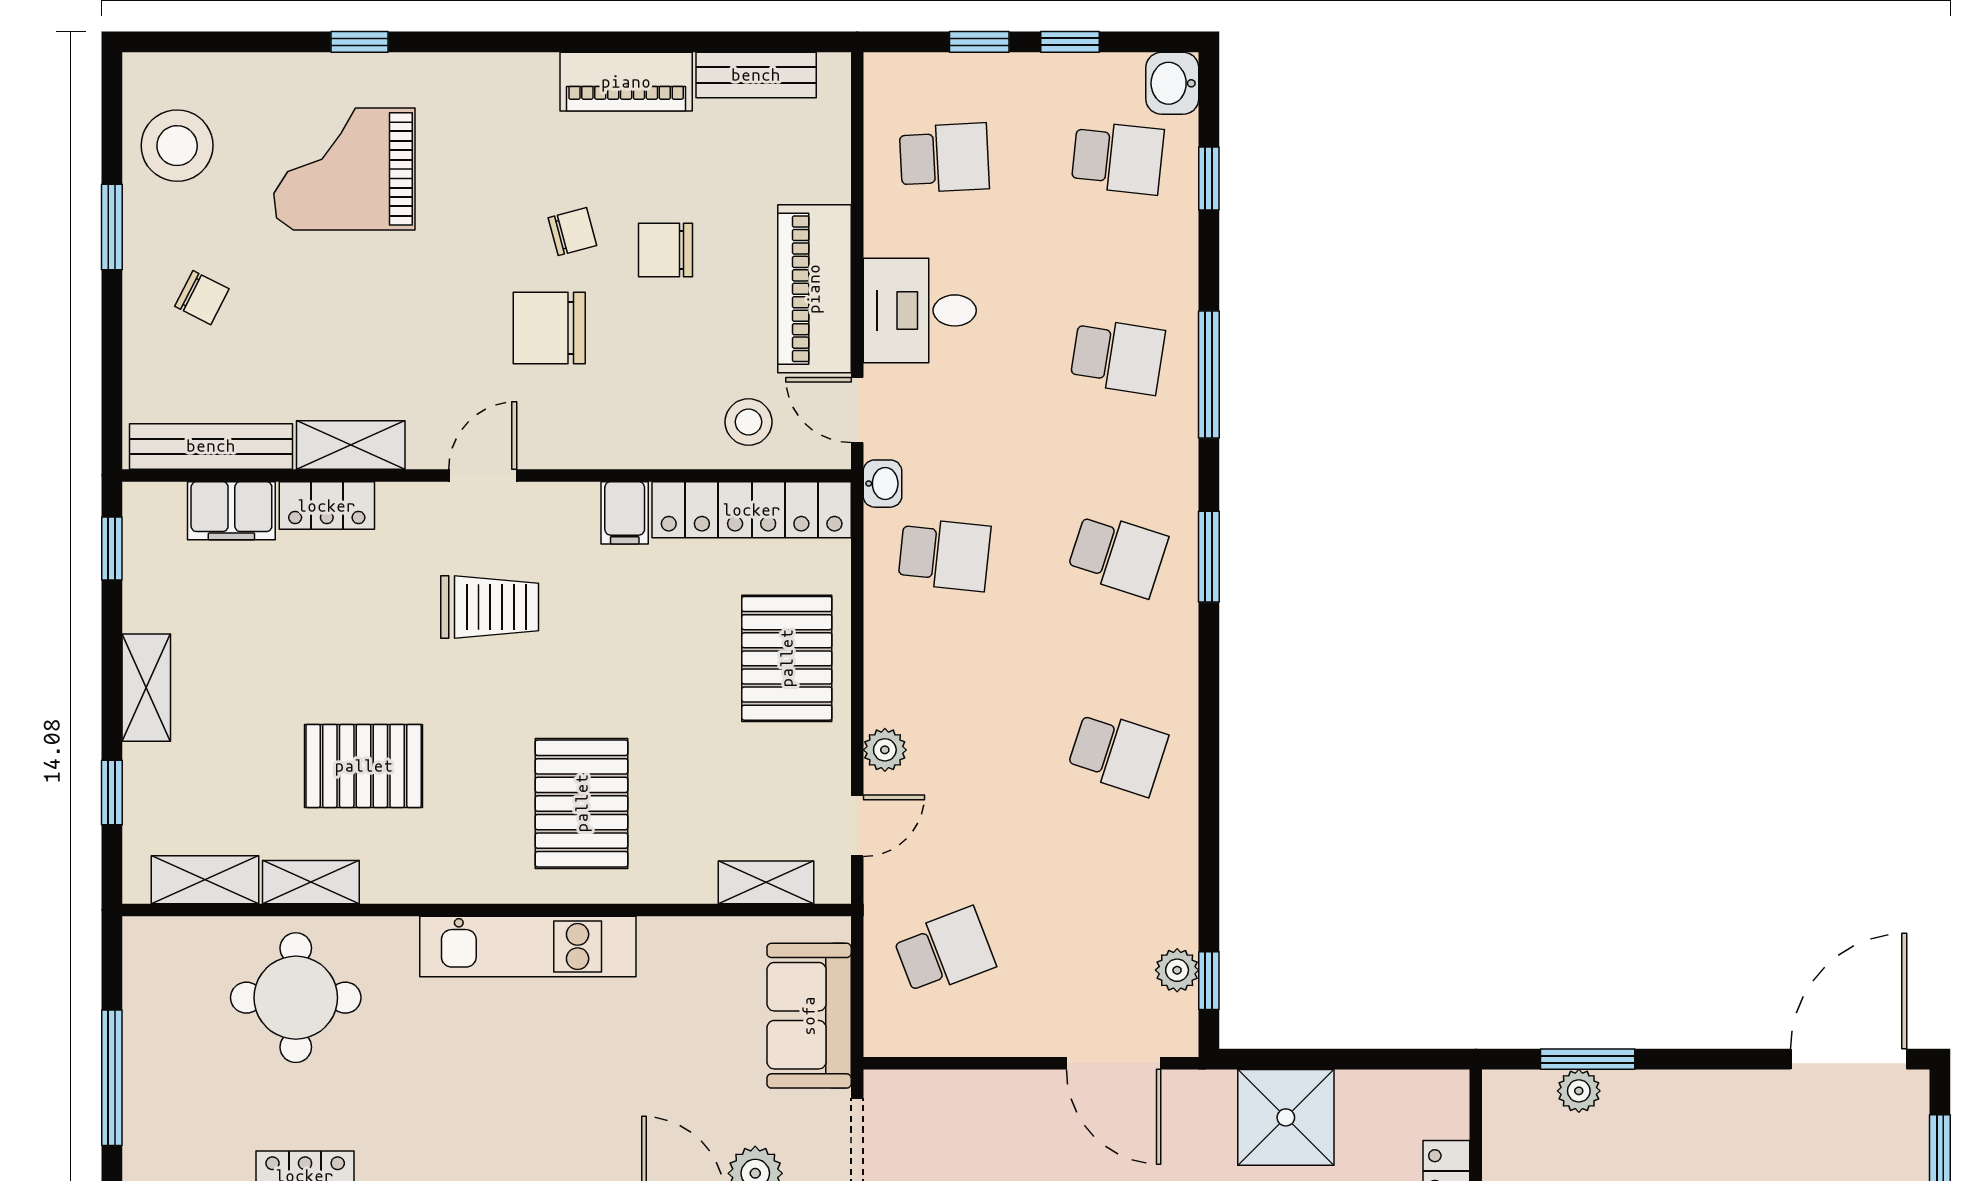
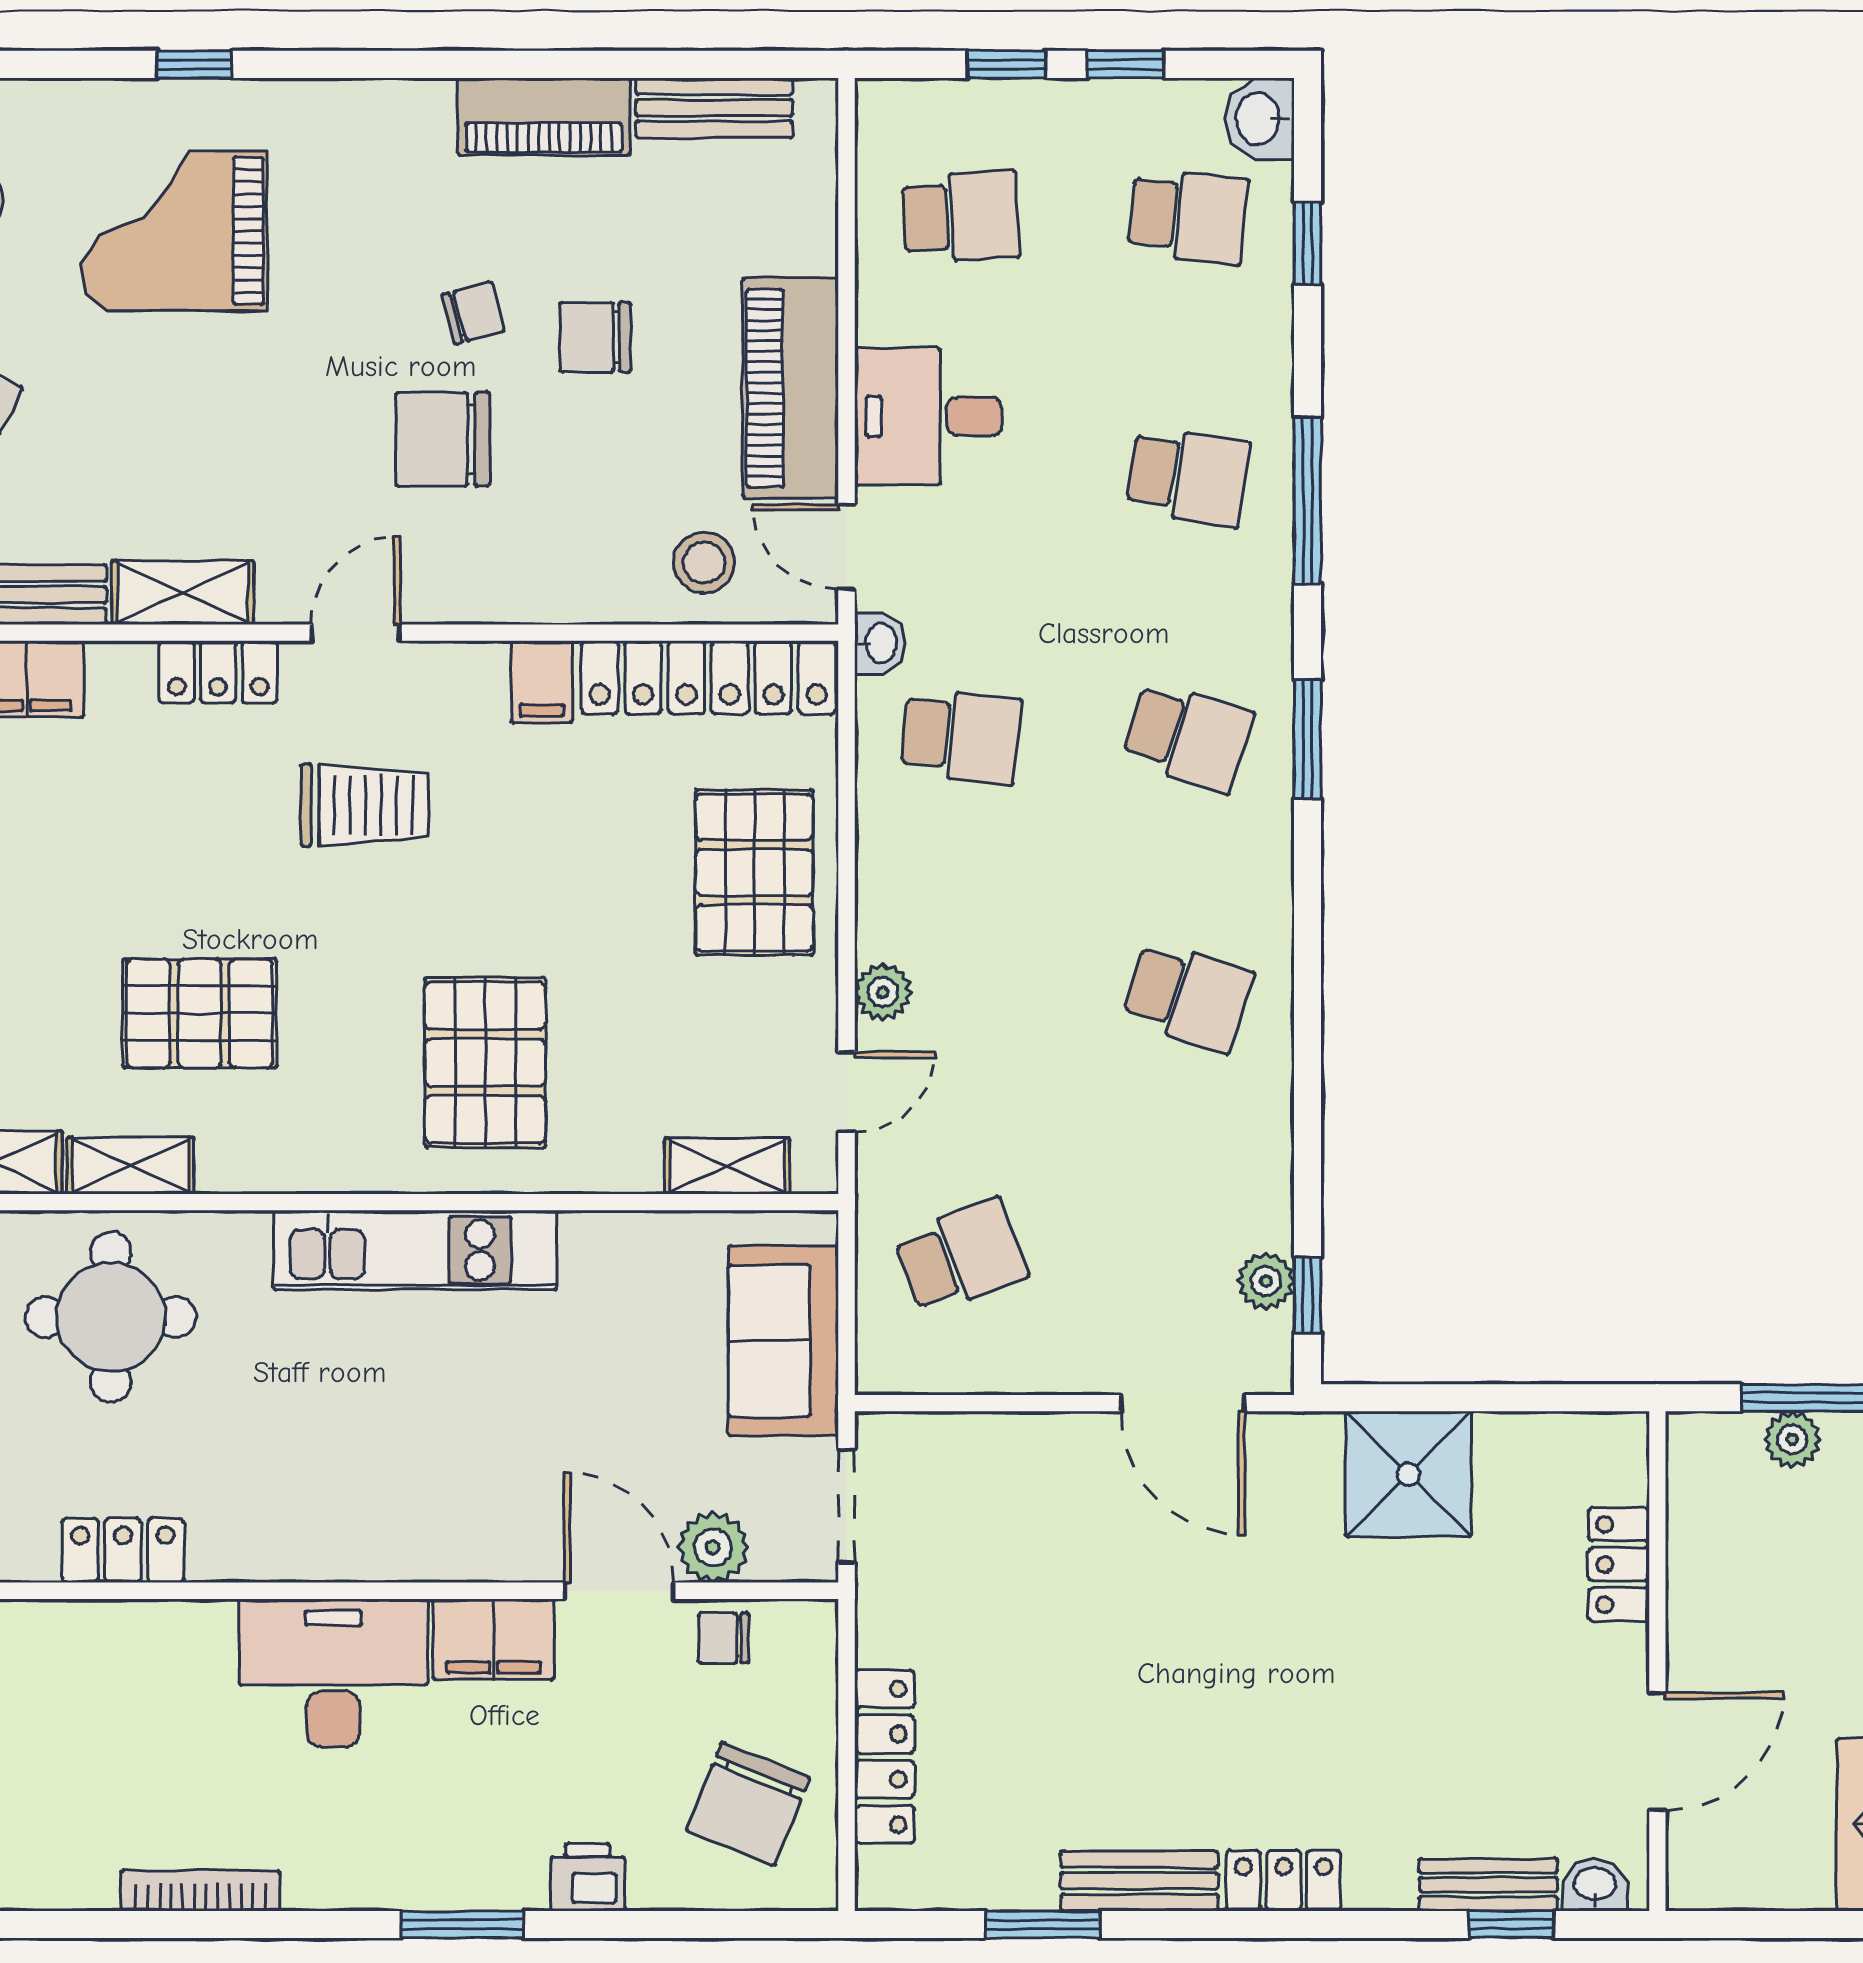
locker: (327, 506) -> (218, 672), moved

